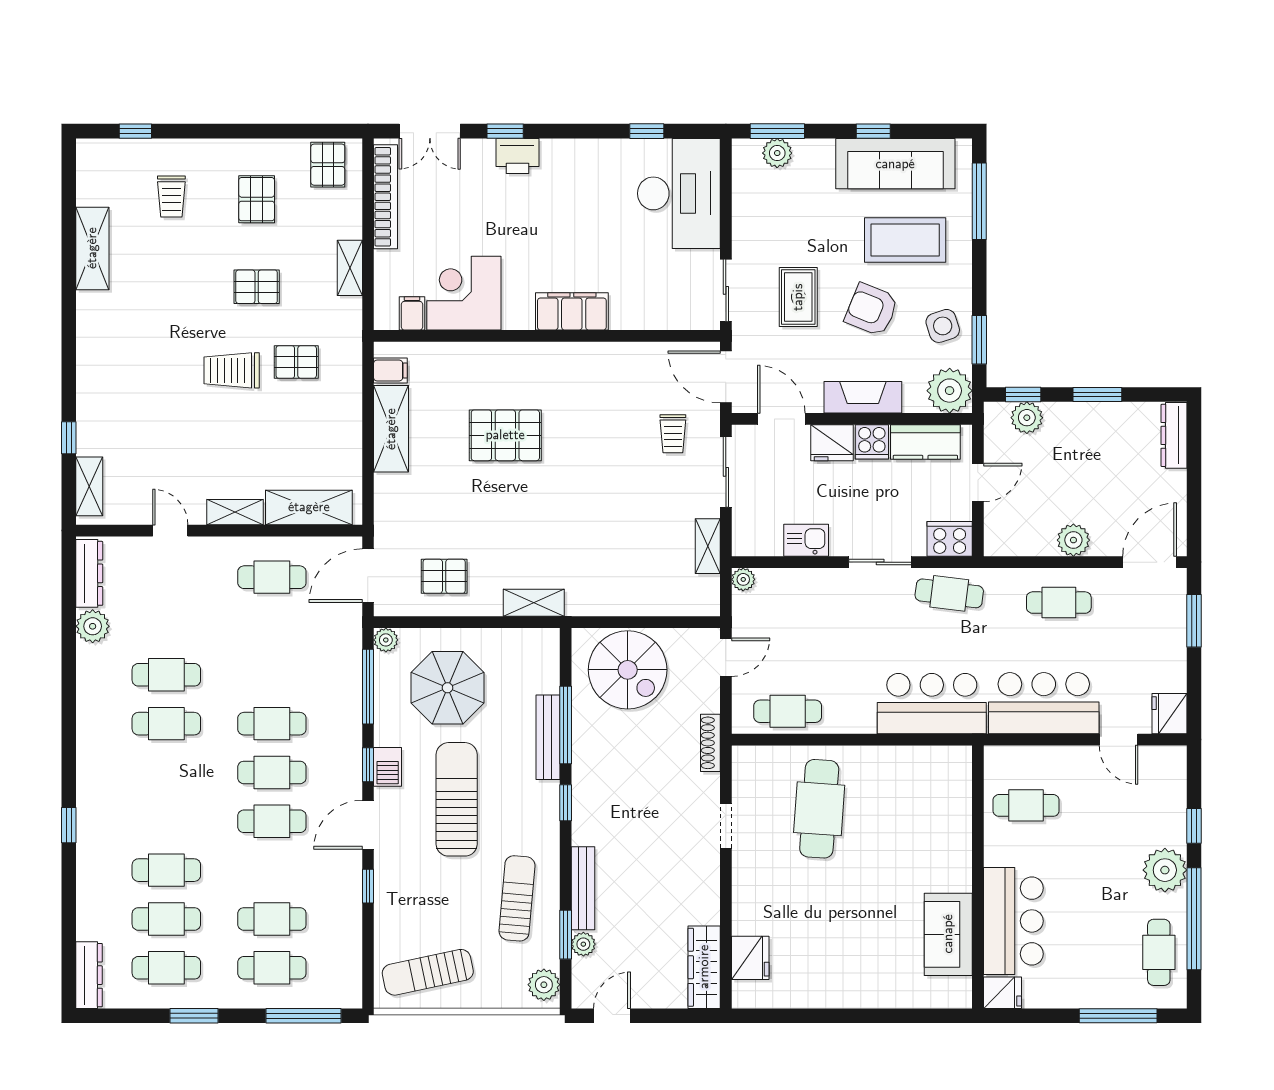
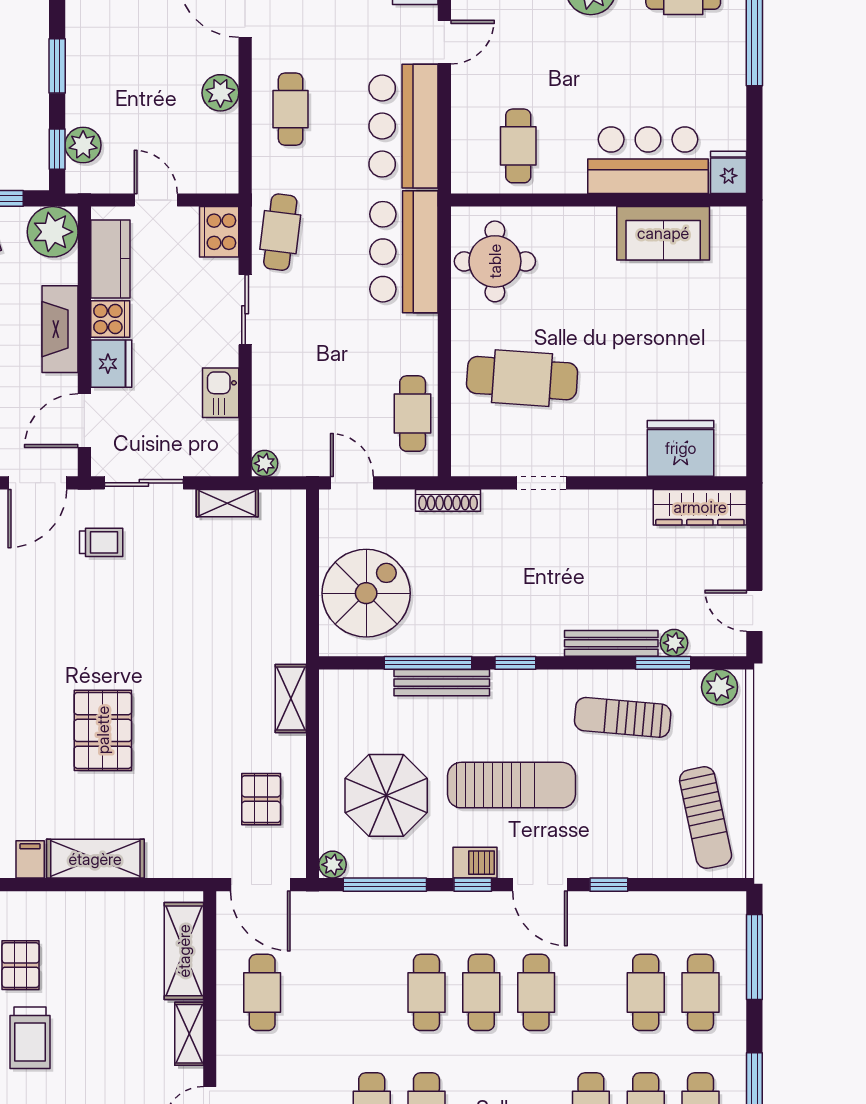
round table: (923, 785) -> (495, 261), added
sun lounger: (457, 799) -> (511, 785), turned 180
fridge: (750, 958) -> (681, 448), width x1.36, depth x1.34

